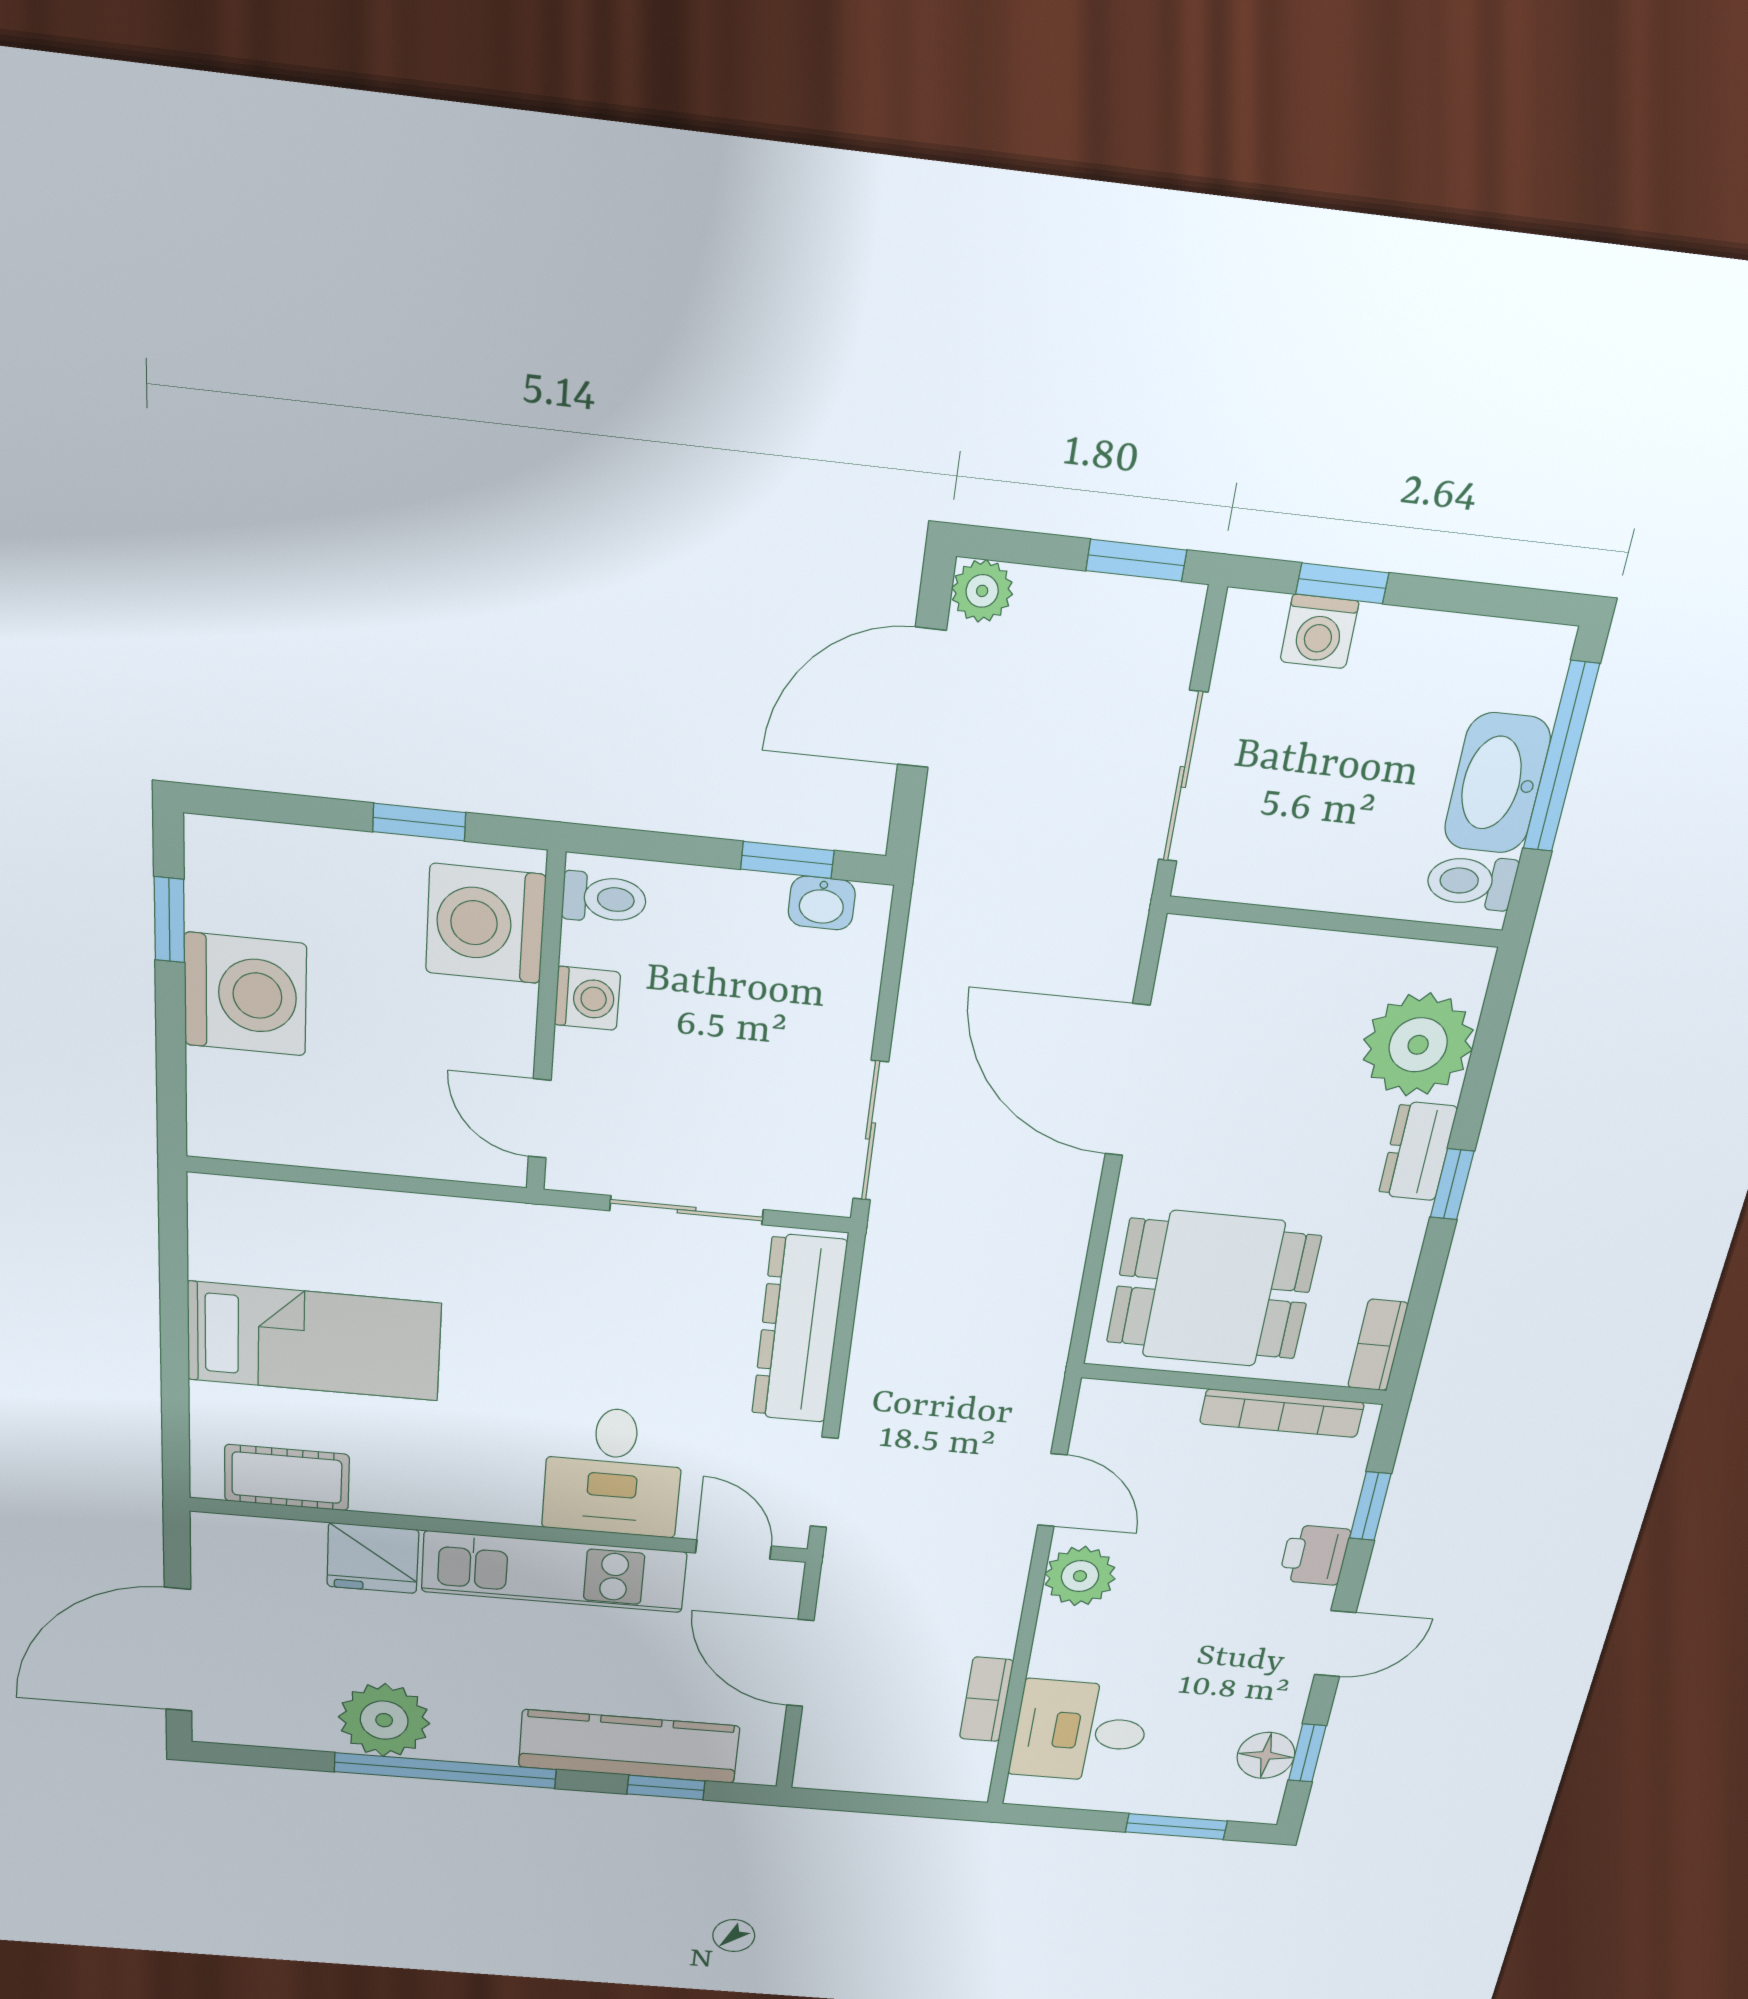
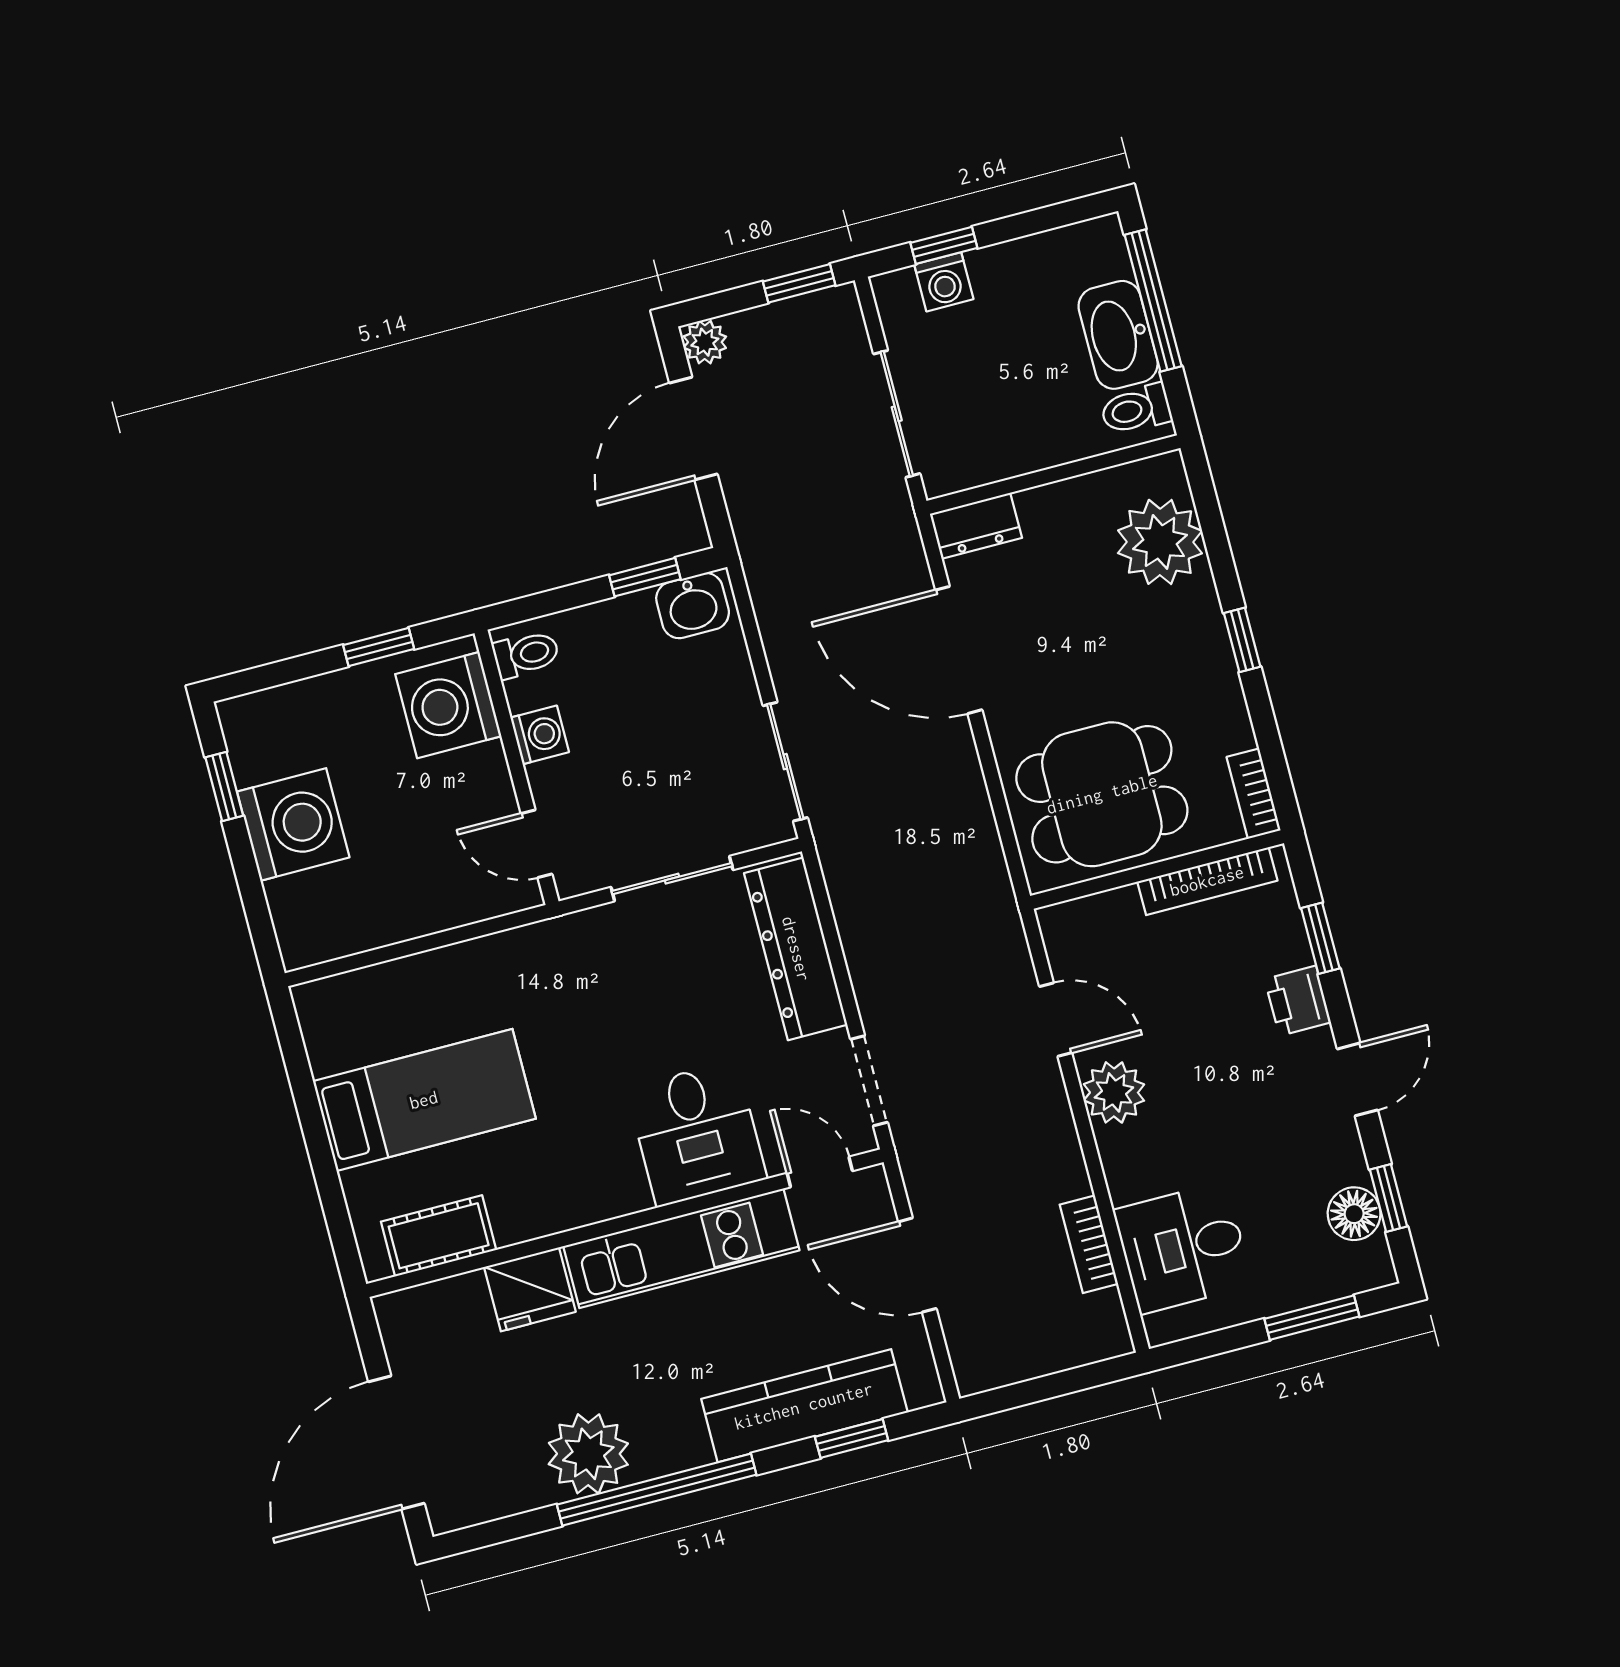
washbasin: (822, 903) -> (693, 606), width x1.38, depth x1.45
dresser: (1418, 1151) -> (976, 526), moved, turned -90

